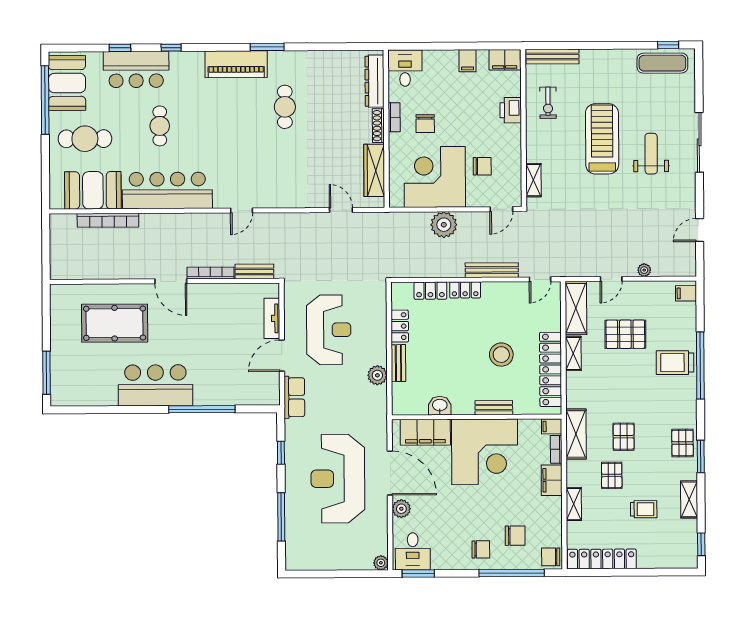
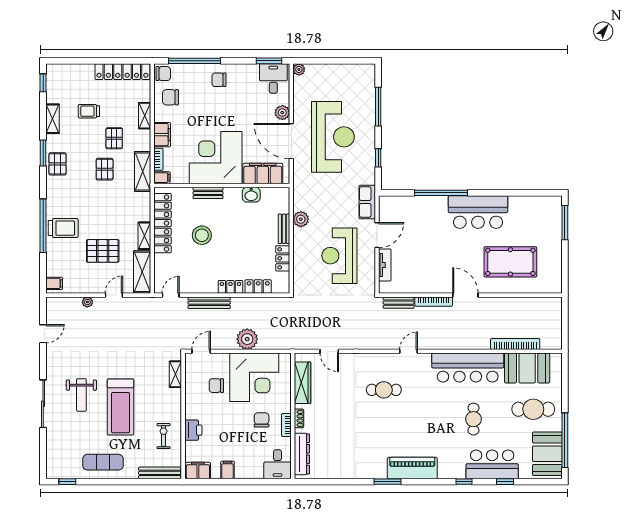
exercise mat: (662, 63) -> (103, 462), moved
cafe table: (285, 107) -> (384, 390), moved, turned 90
shoe rack: (378, 126) -> (299, 418), width x0.70
chair: (515, 536) -> (170, 97), moved

